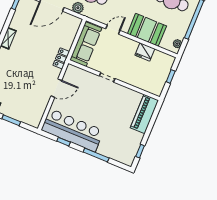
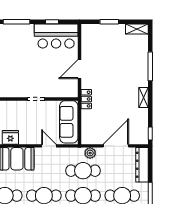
door: (113, 30) -> (49, 146), swing flipped
bar counter: (72, 130) -> (56, 36), width x0.73

